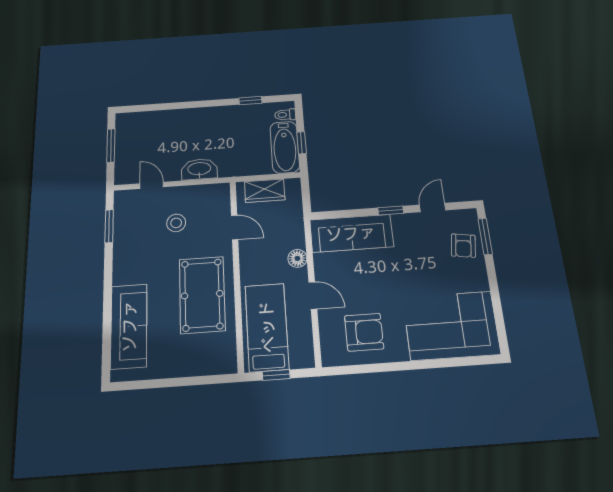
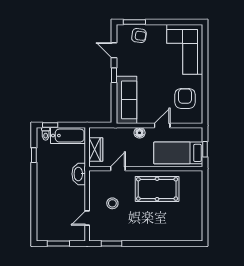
window: (302, 143) -> (50, 125), moved
washbasin: (199, 169) -> (79, 174), moved
sofa: (129, 326) -> (172, 231), removed

